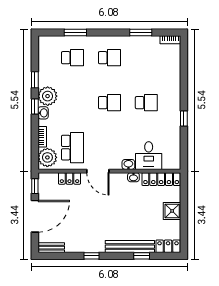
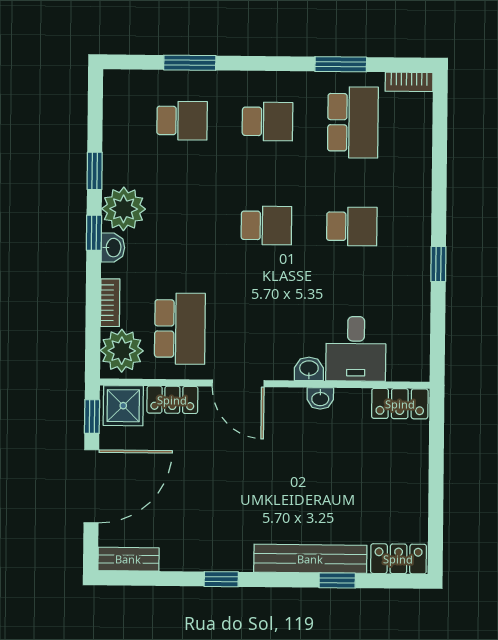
school desk: (146, 58) -> (353, 122), added
locker: (161, 179) -> (400, 404), width x0.66
shower: (172, 211) -> (123, 406), moved

